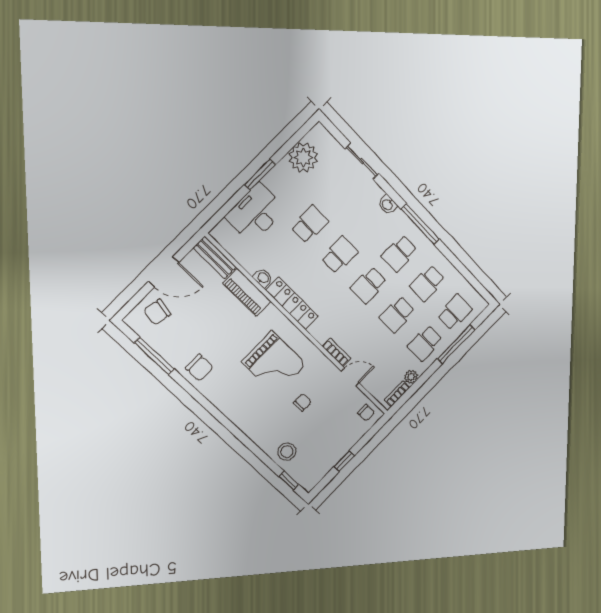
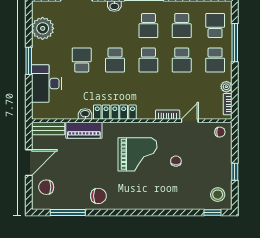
school desk: (339, 255) -> (115, 60), turned 180
chair: (157, 312) -> (46, 187), turned 79
stool: (287, 452) -> (218, 195), moved

